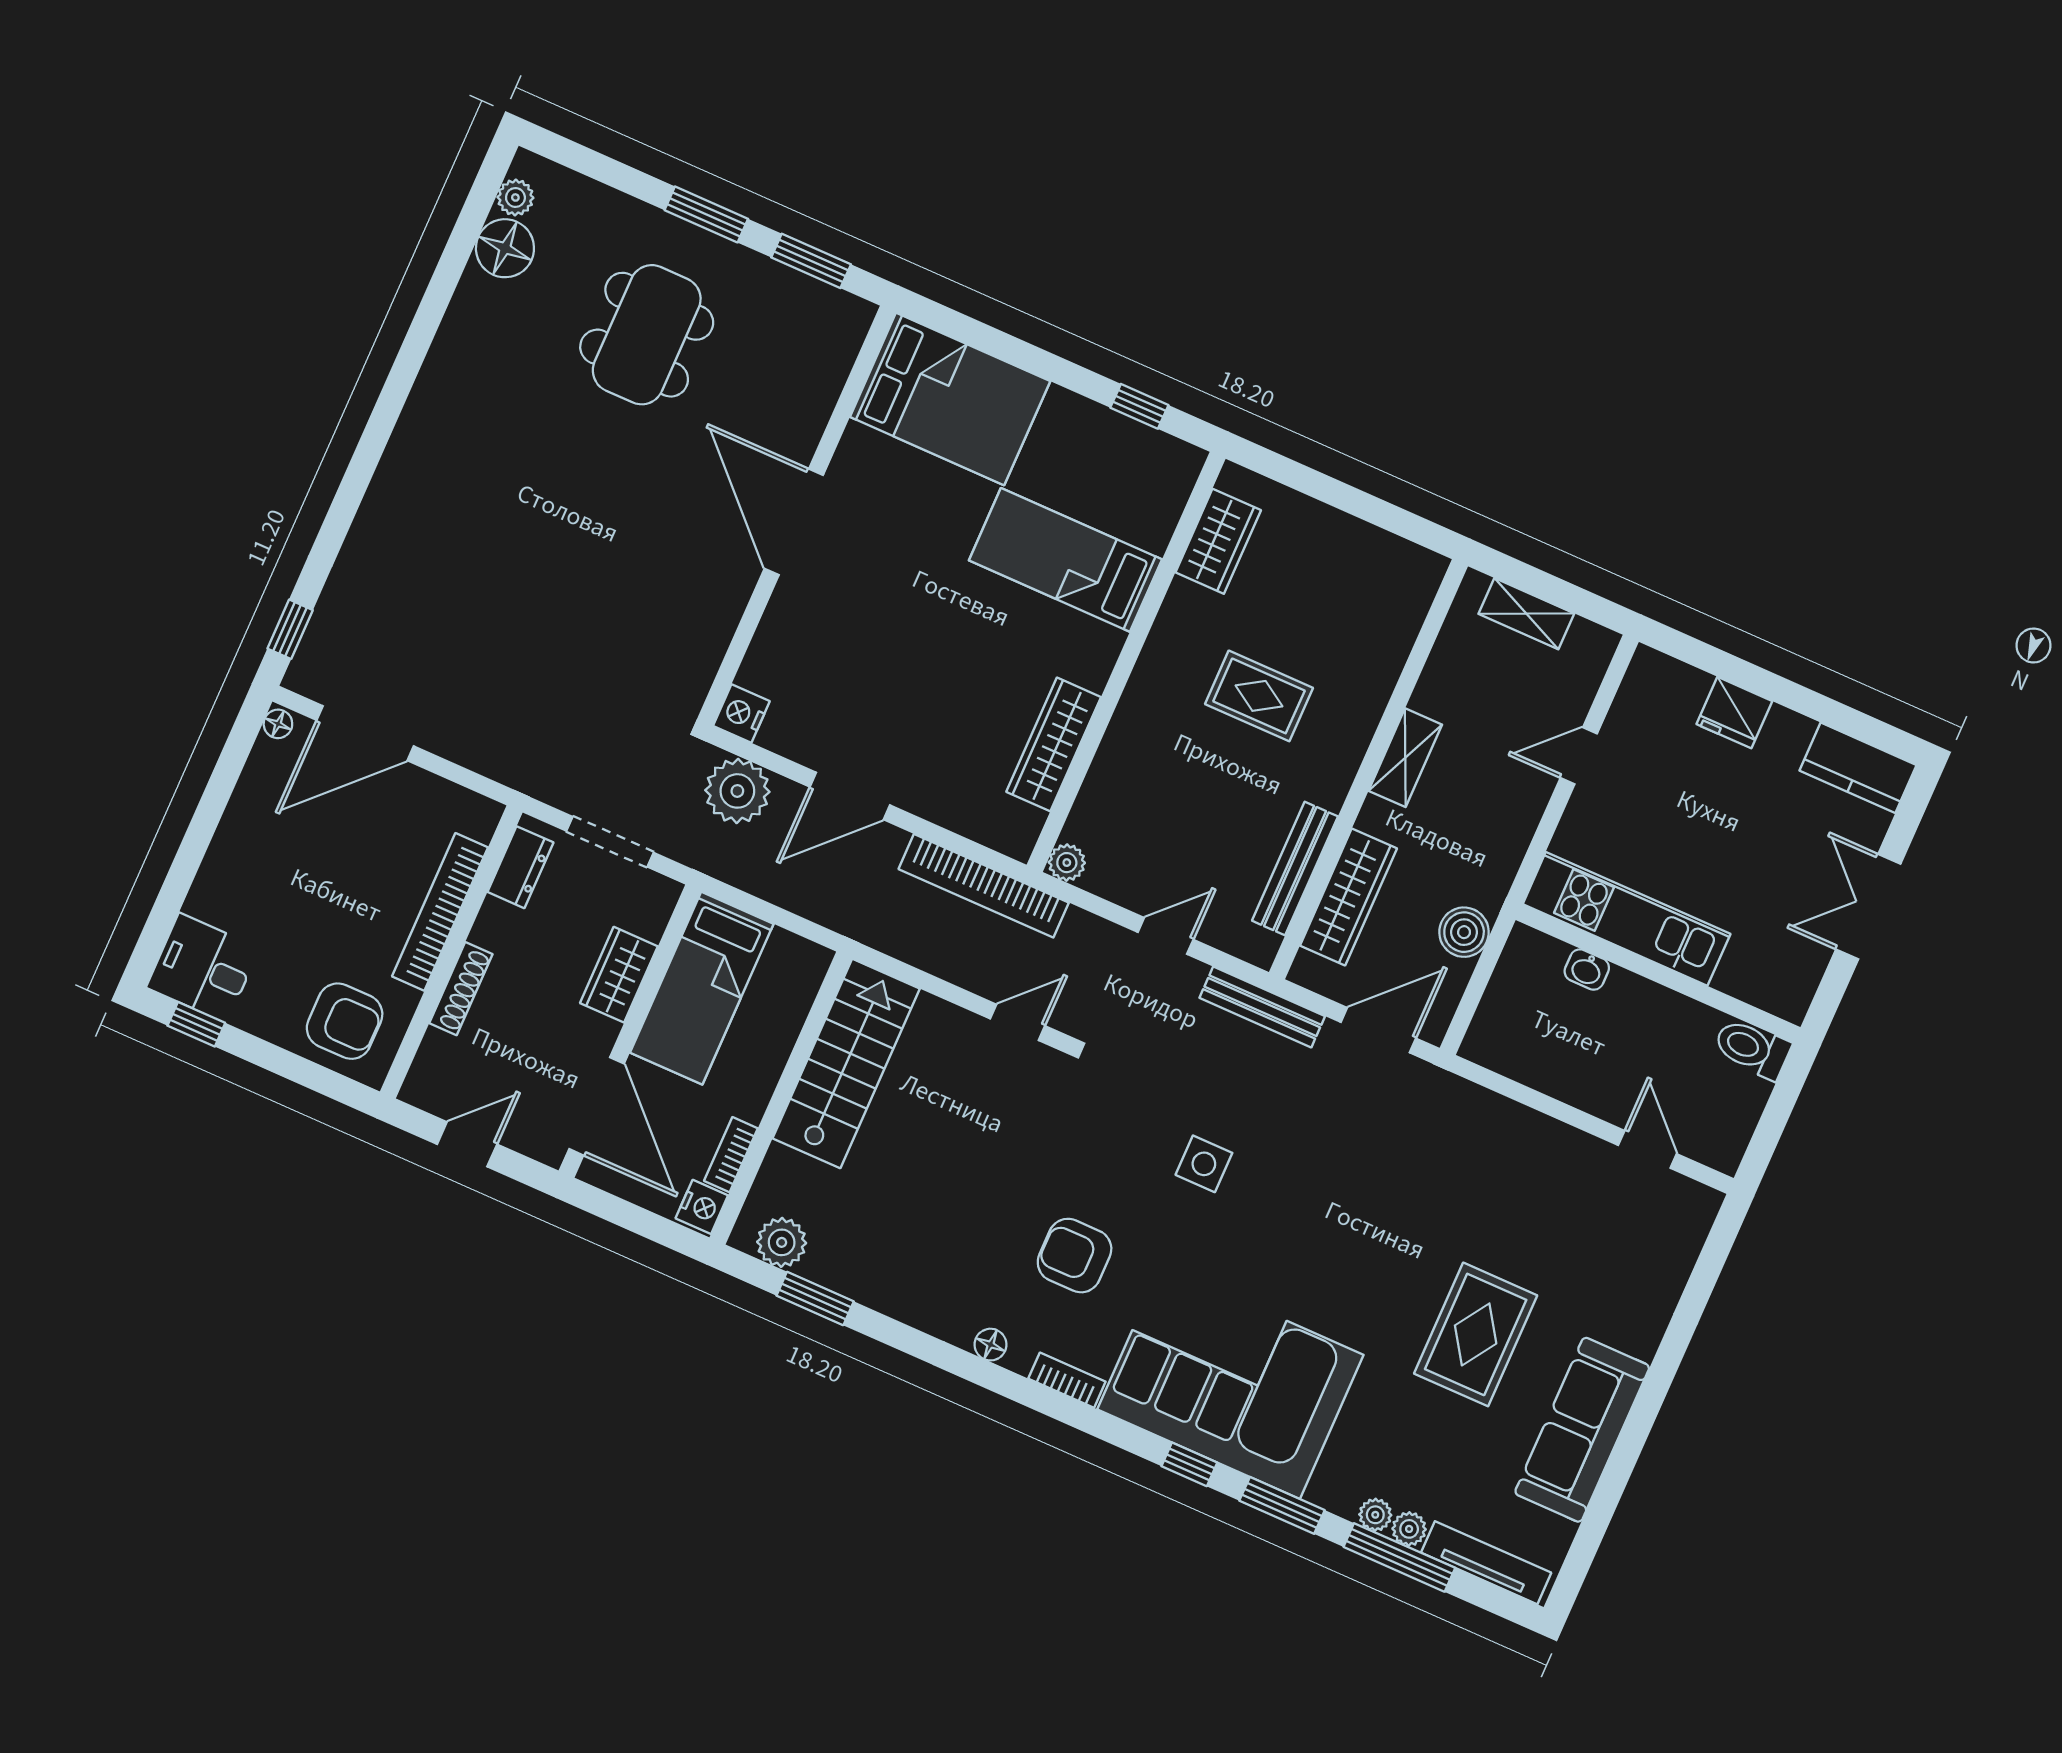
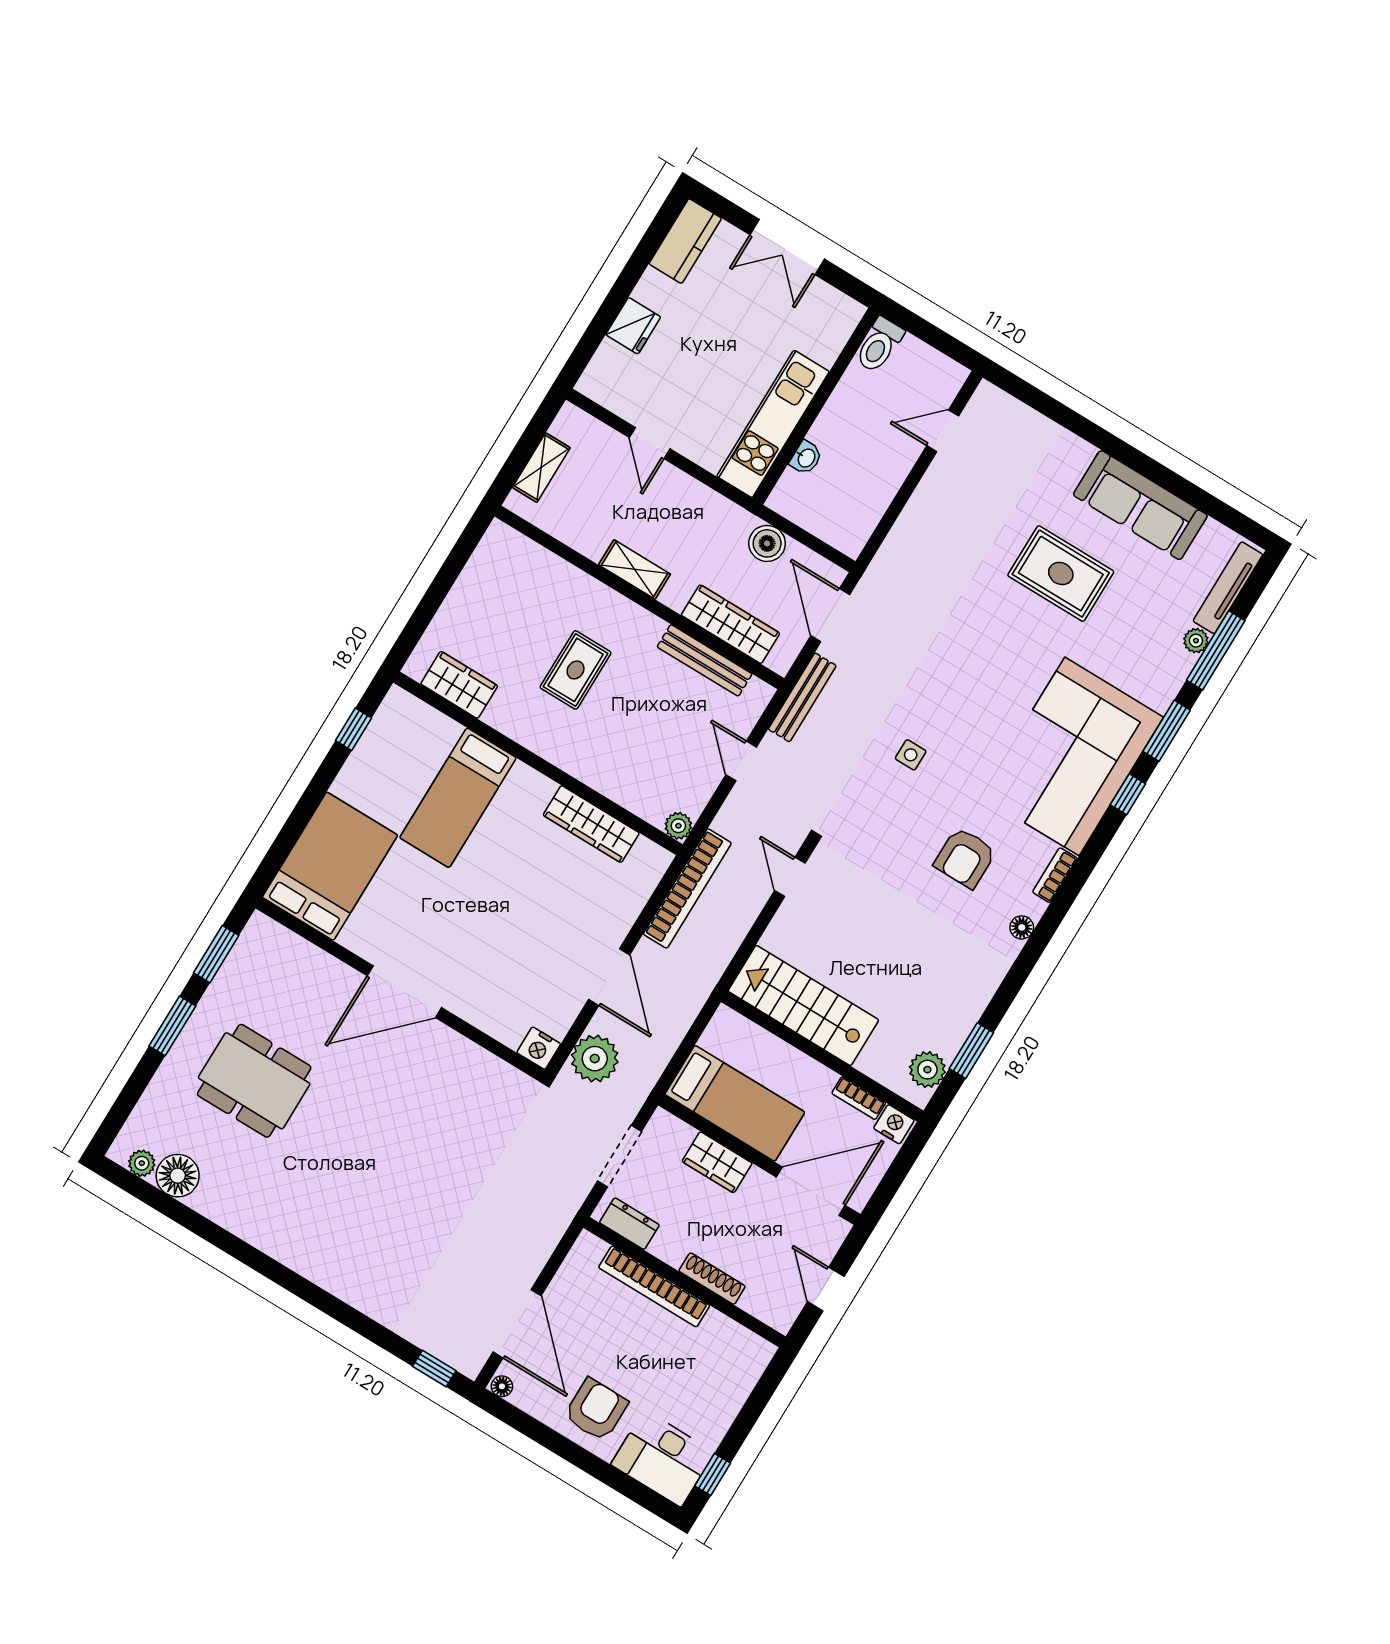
desk: (203, 968) -> (663, 1458), width x1.37
armchair: (345, 1021) -> (596, 1410), moved
side table: (1204, 1164) -> (911, 755), width x0.73, depth x0.73
plant: (1375, 1515) -> (1182, 664), removed

